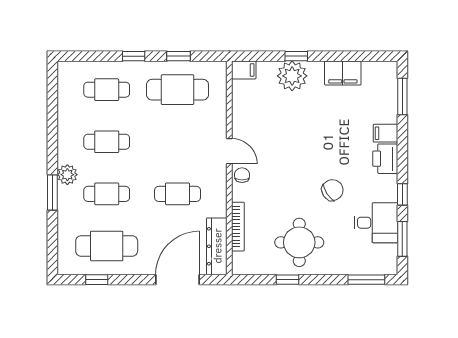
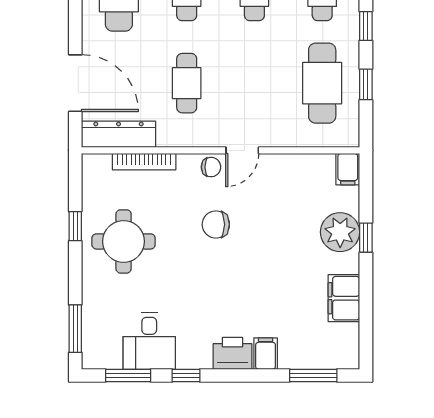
chair: (332, 190) -> (216, 224), moved, turned 124

